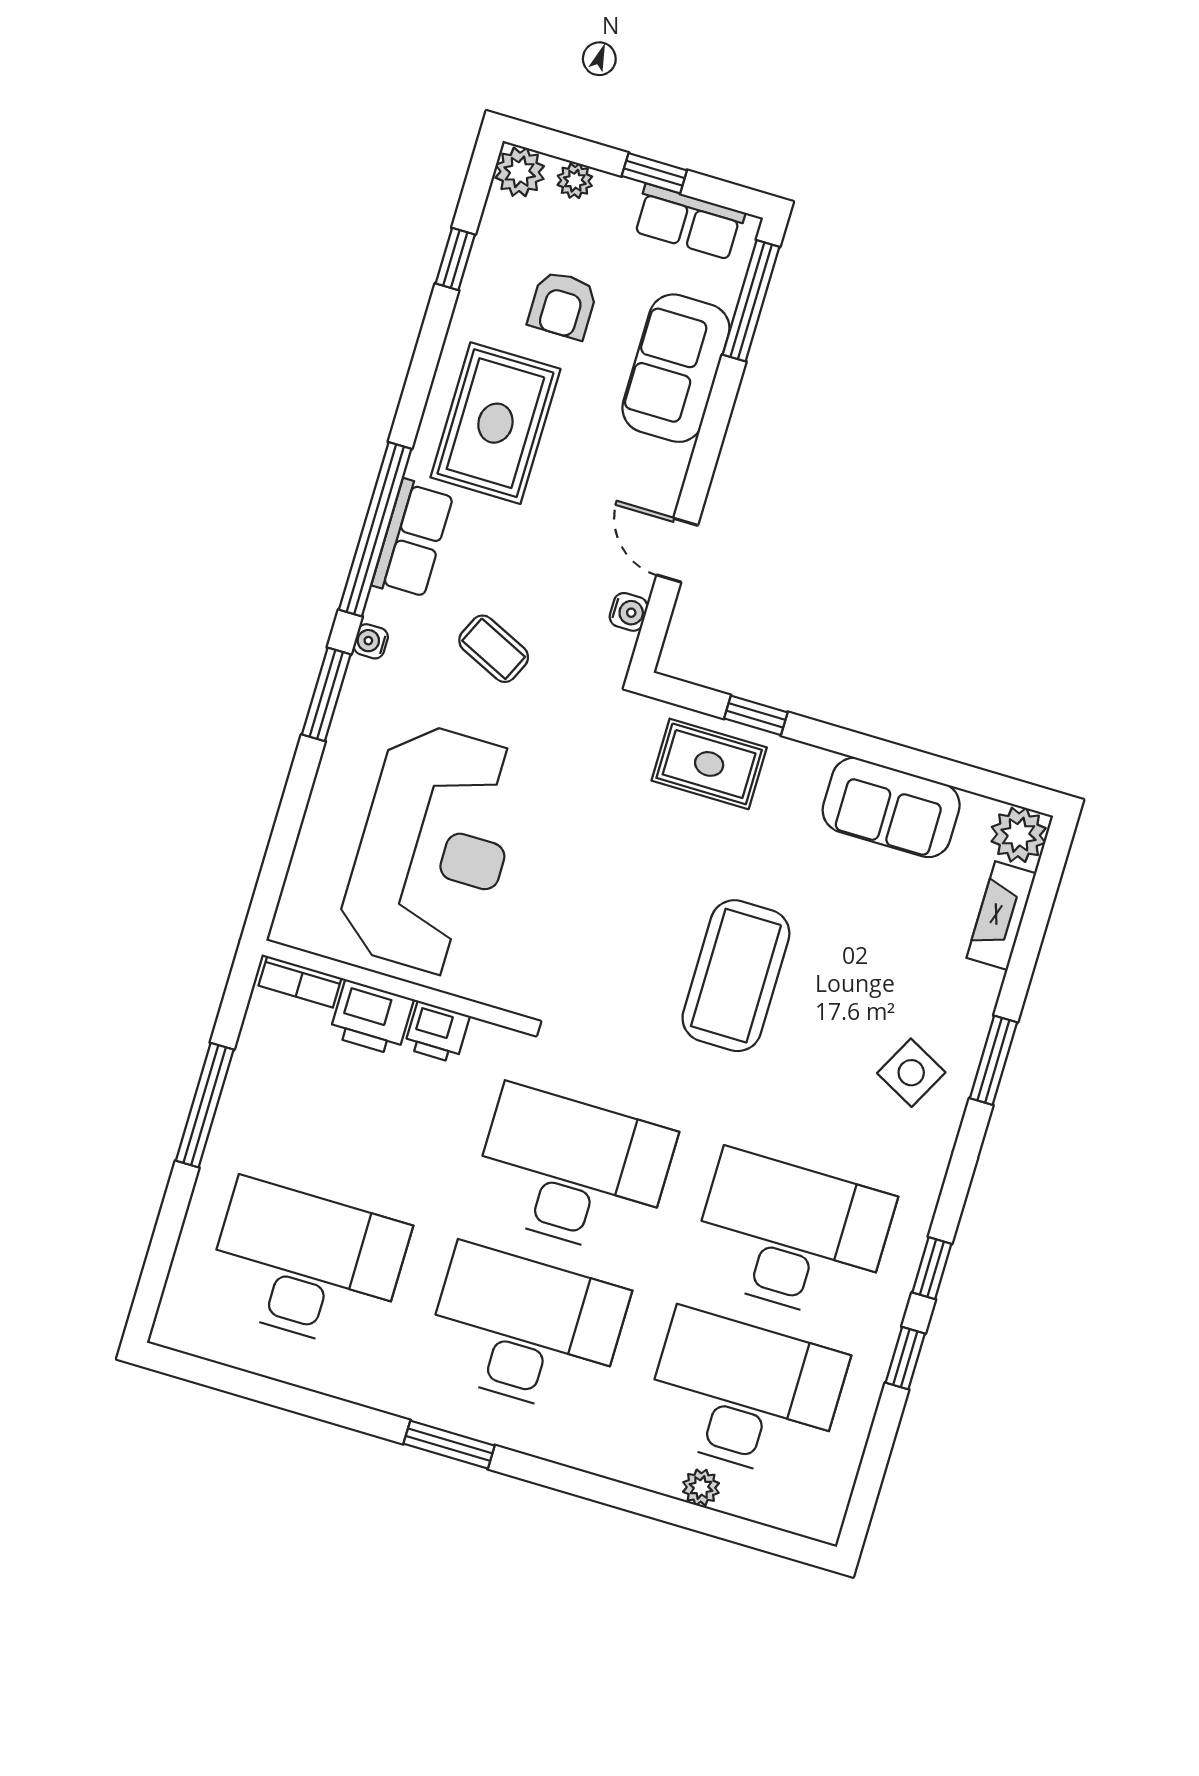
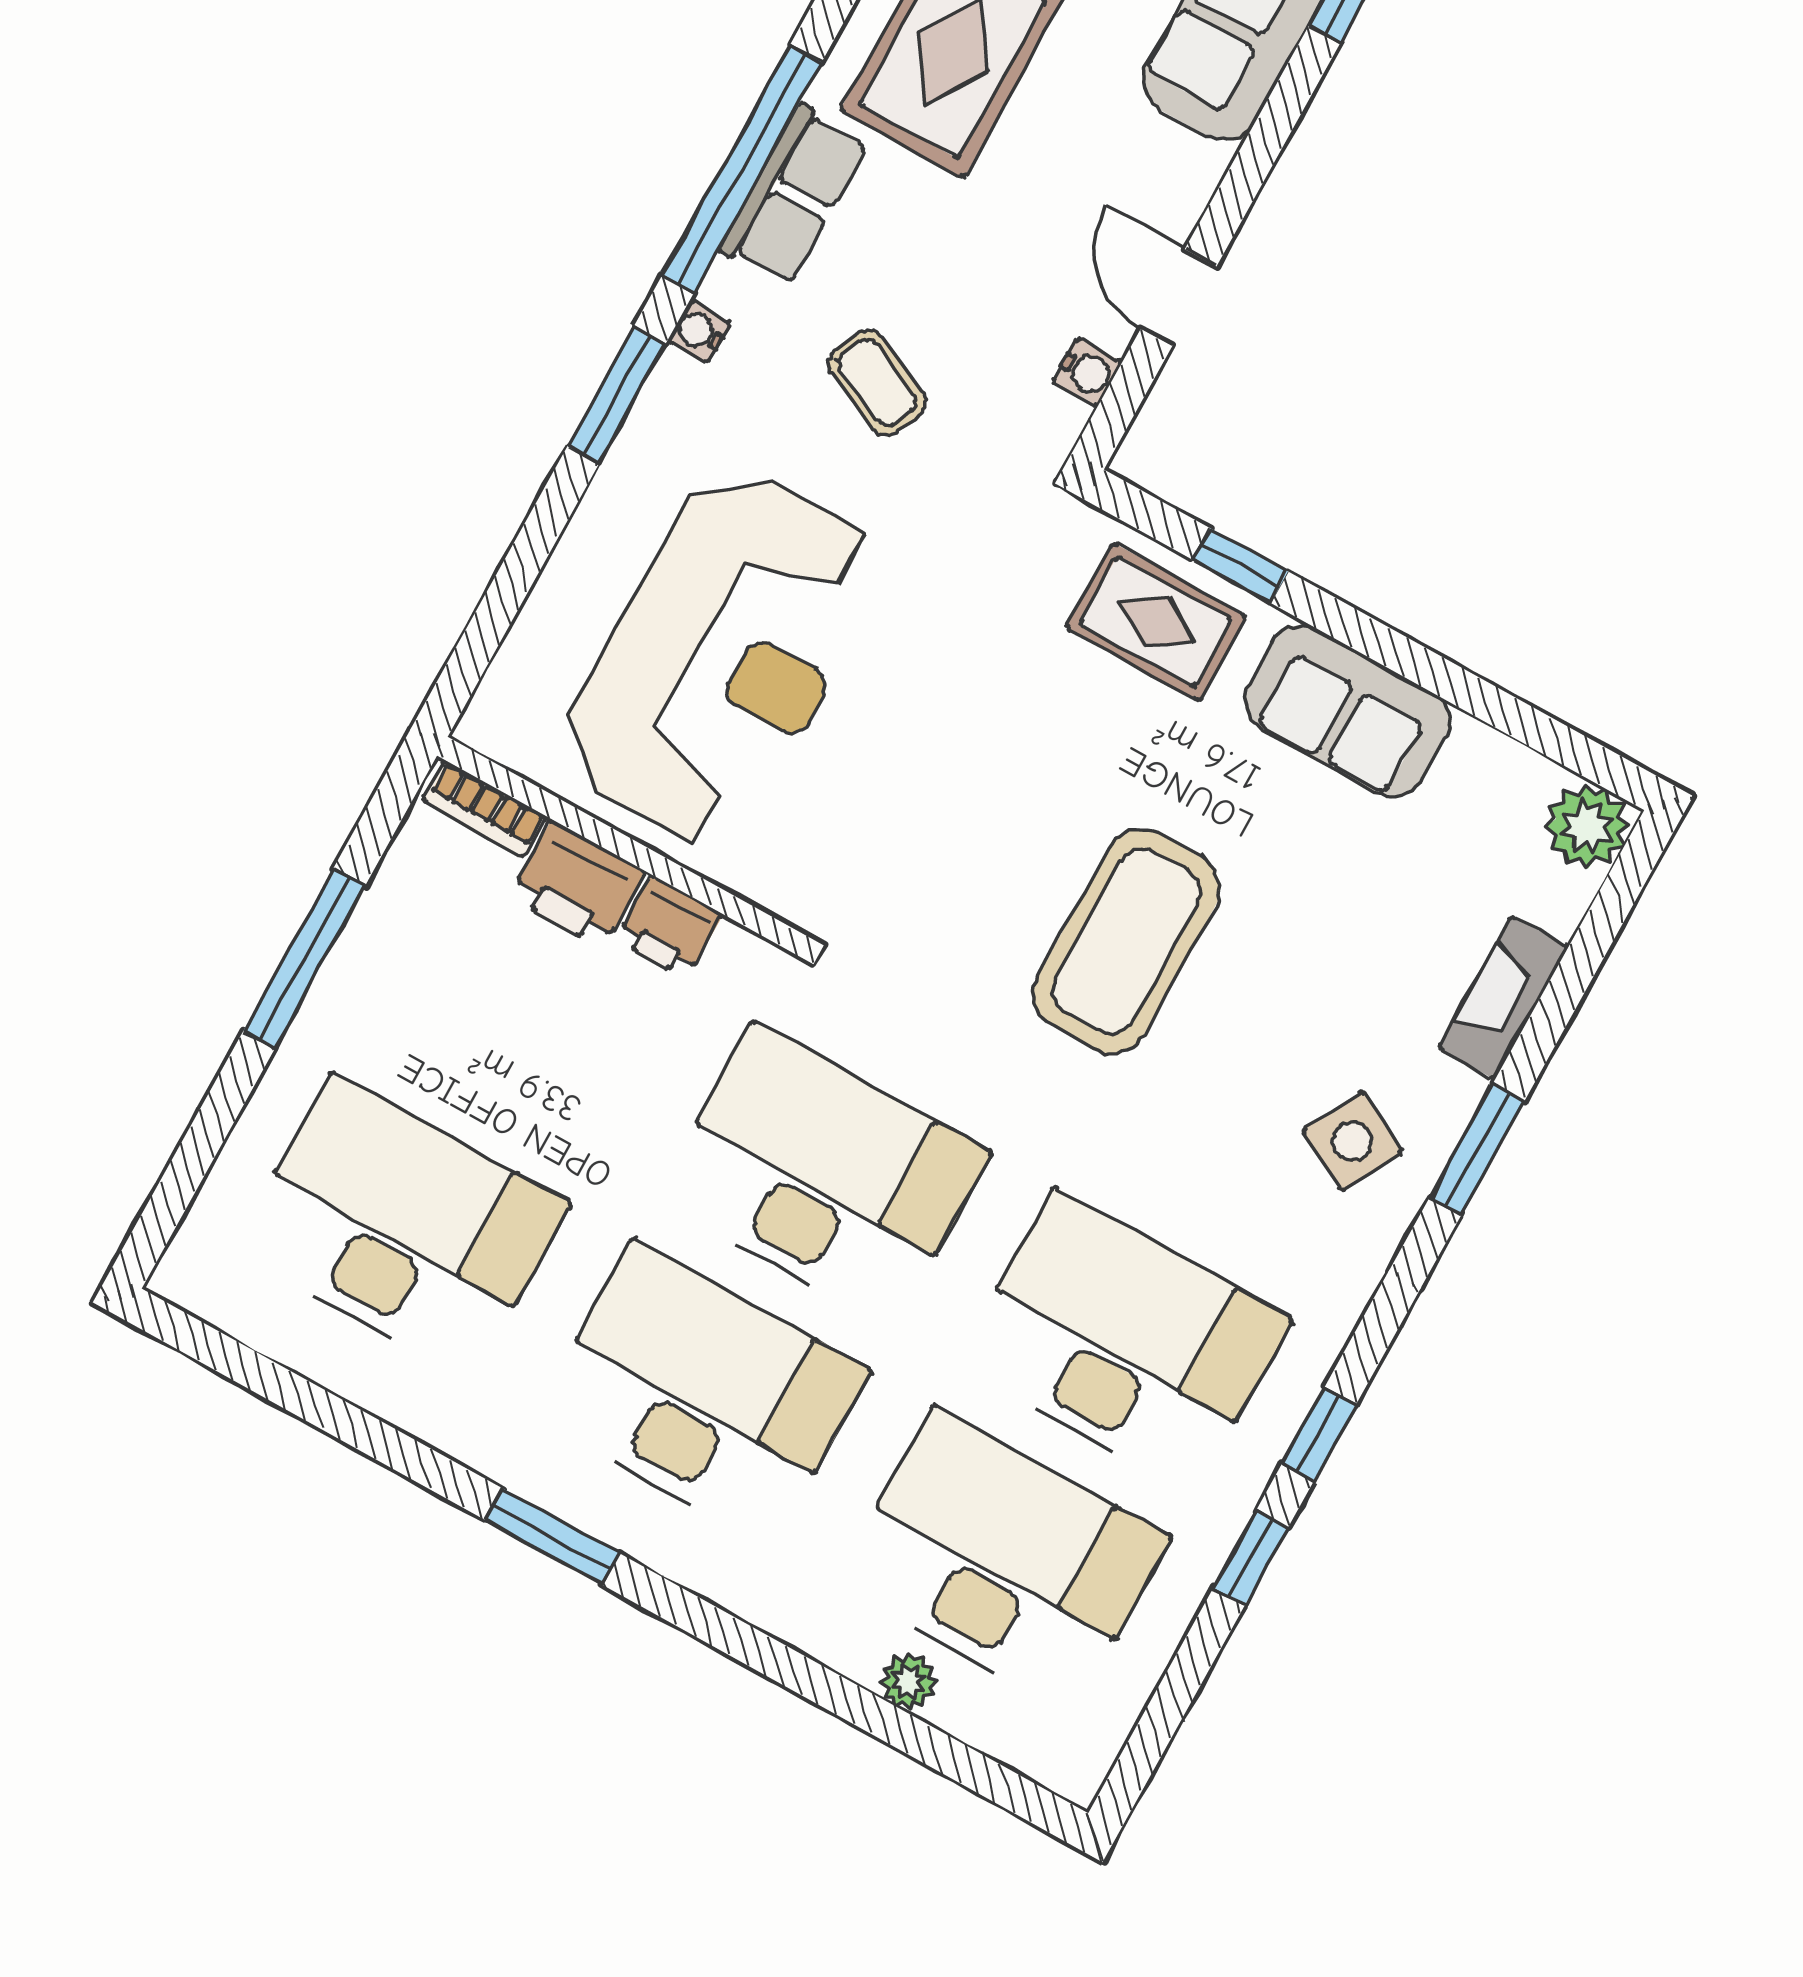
sofa: (891, 808) -> (1347, 711), moved
fireplace: (1001, 916) -> (1503, 998), moved

